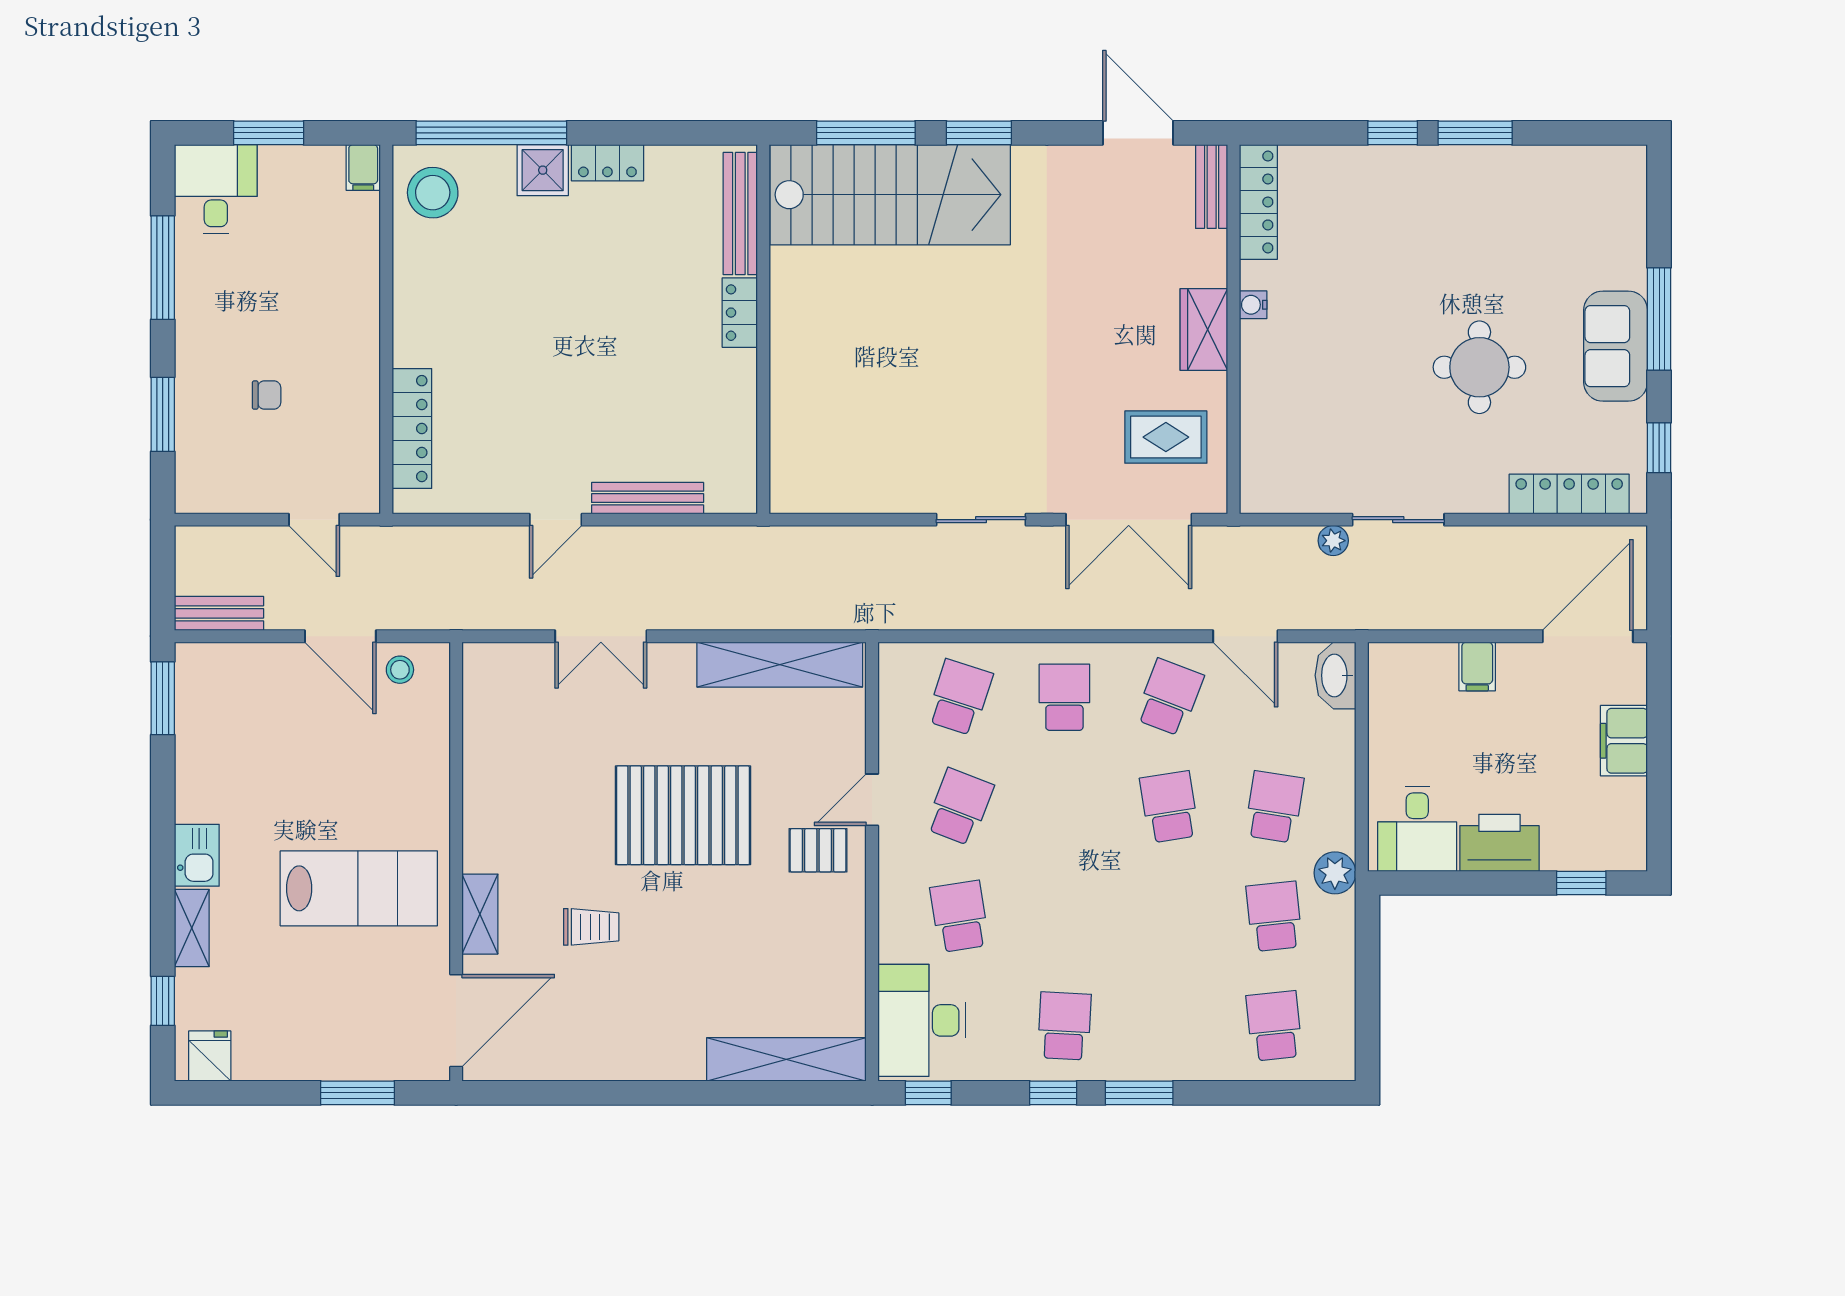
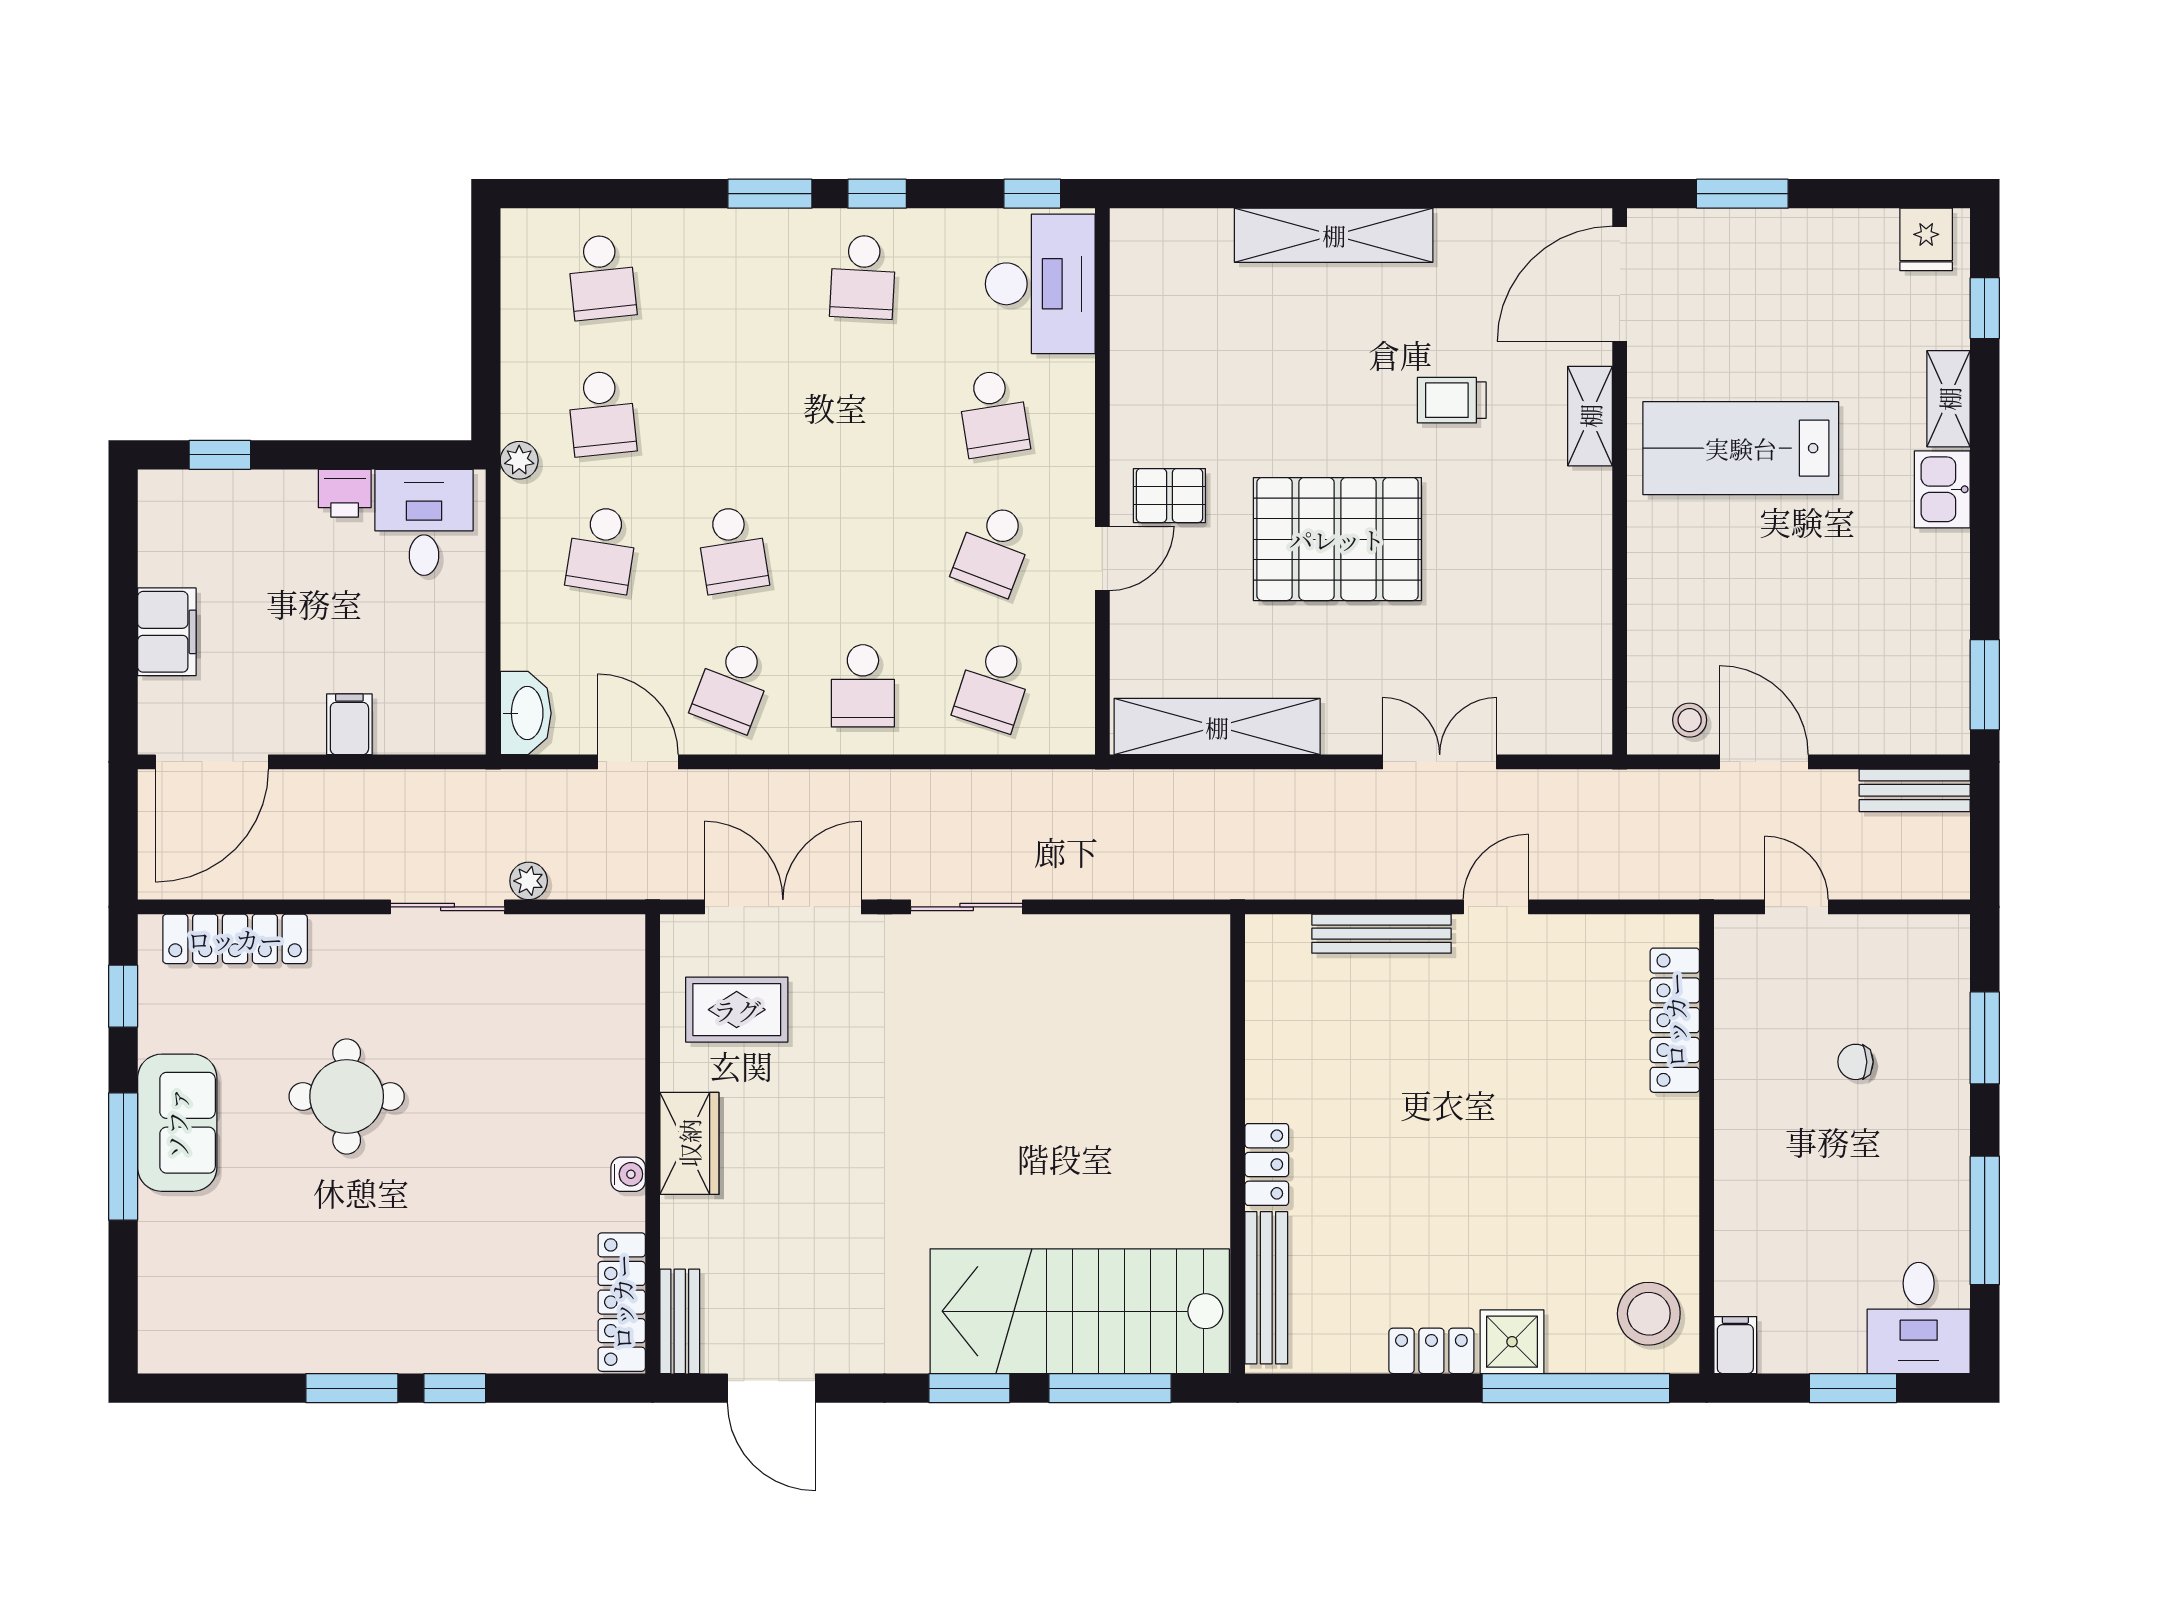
printer: (1499, 843) -> (345, 493), width x0.53, depth x0.68
plant: (1335, 873) -> (519, 460), width x0.73, depth x0.73
shelving: (786, 1059) -> (1334, 235), moved

